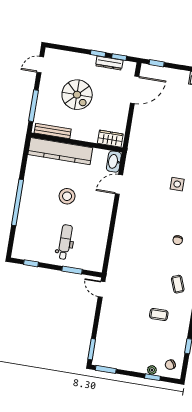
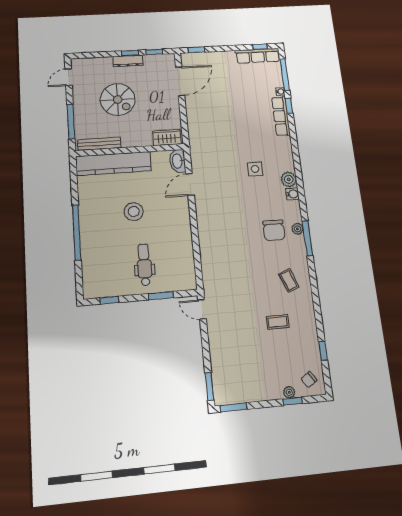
dresser: (109, 63) -> (128, 61), moved
chair: (178, 240) -> (274, 230), width x1.87, depth x1.87

